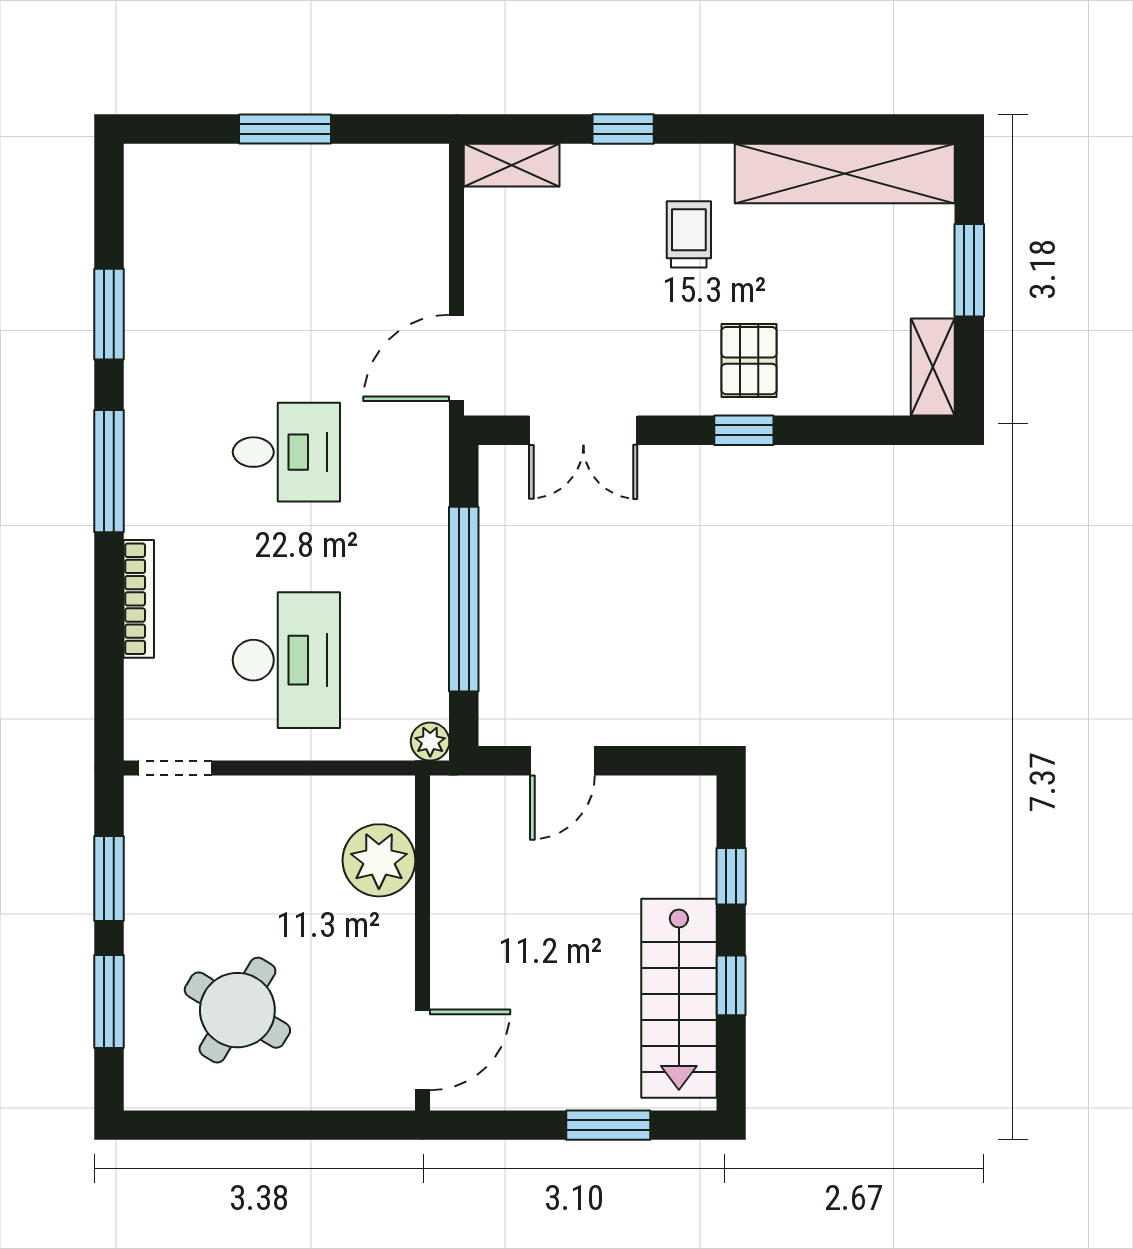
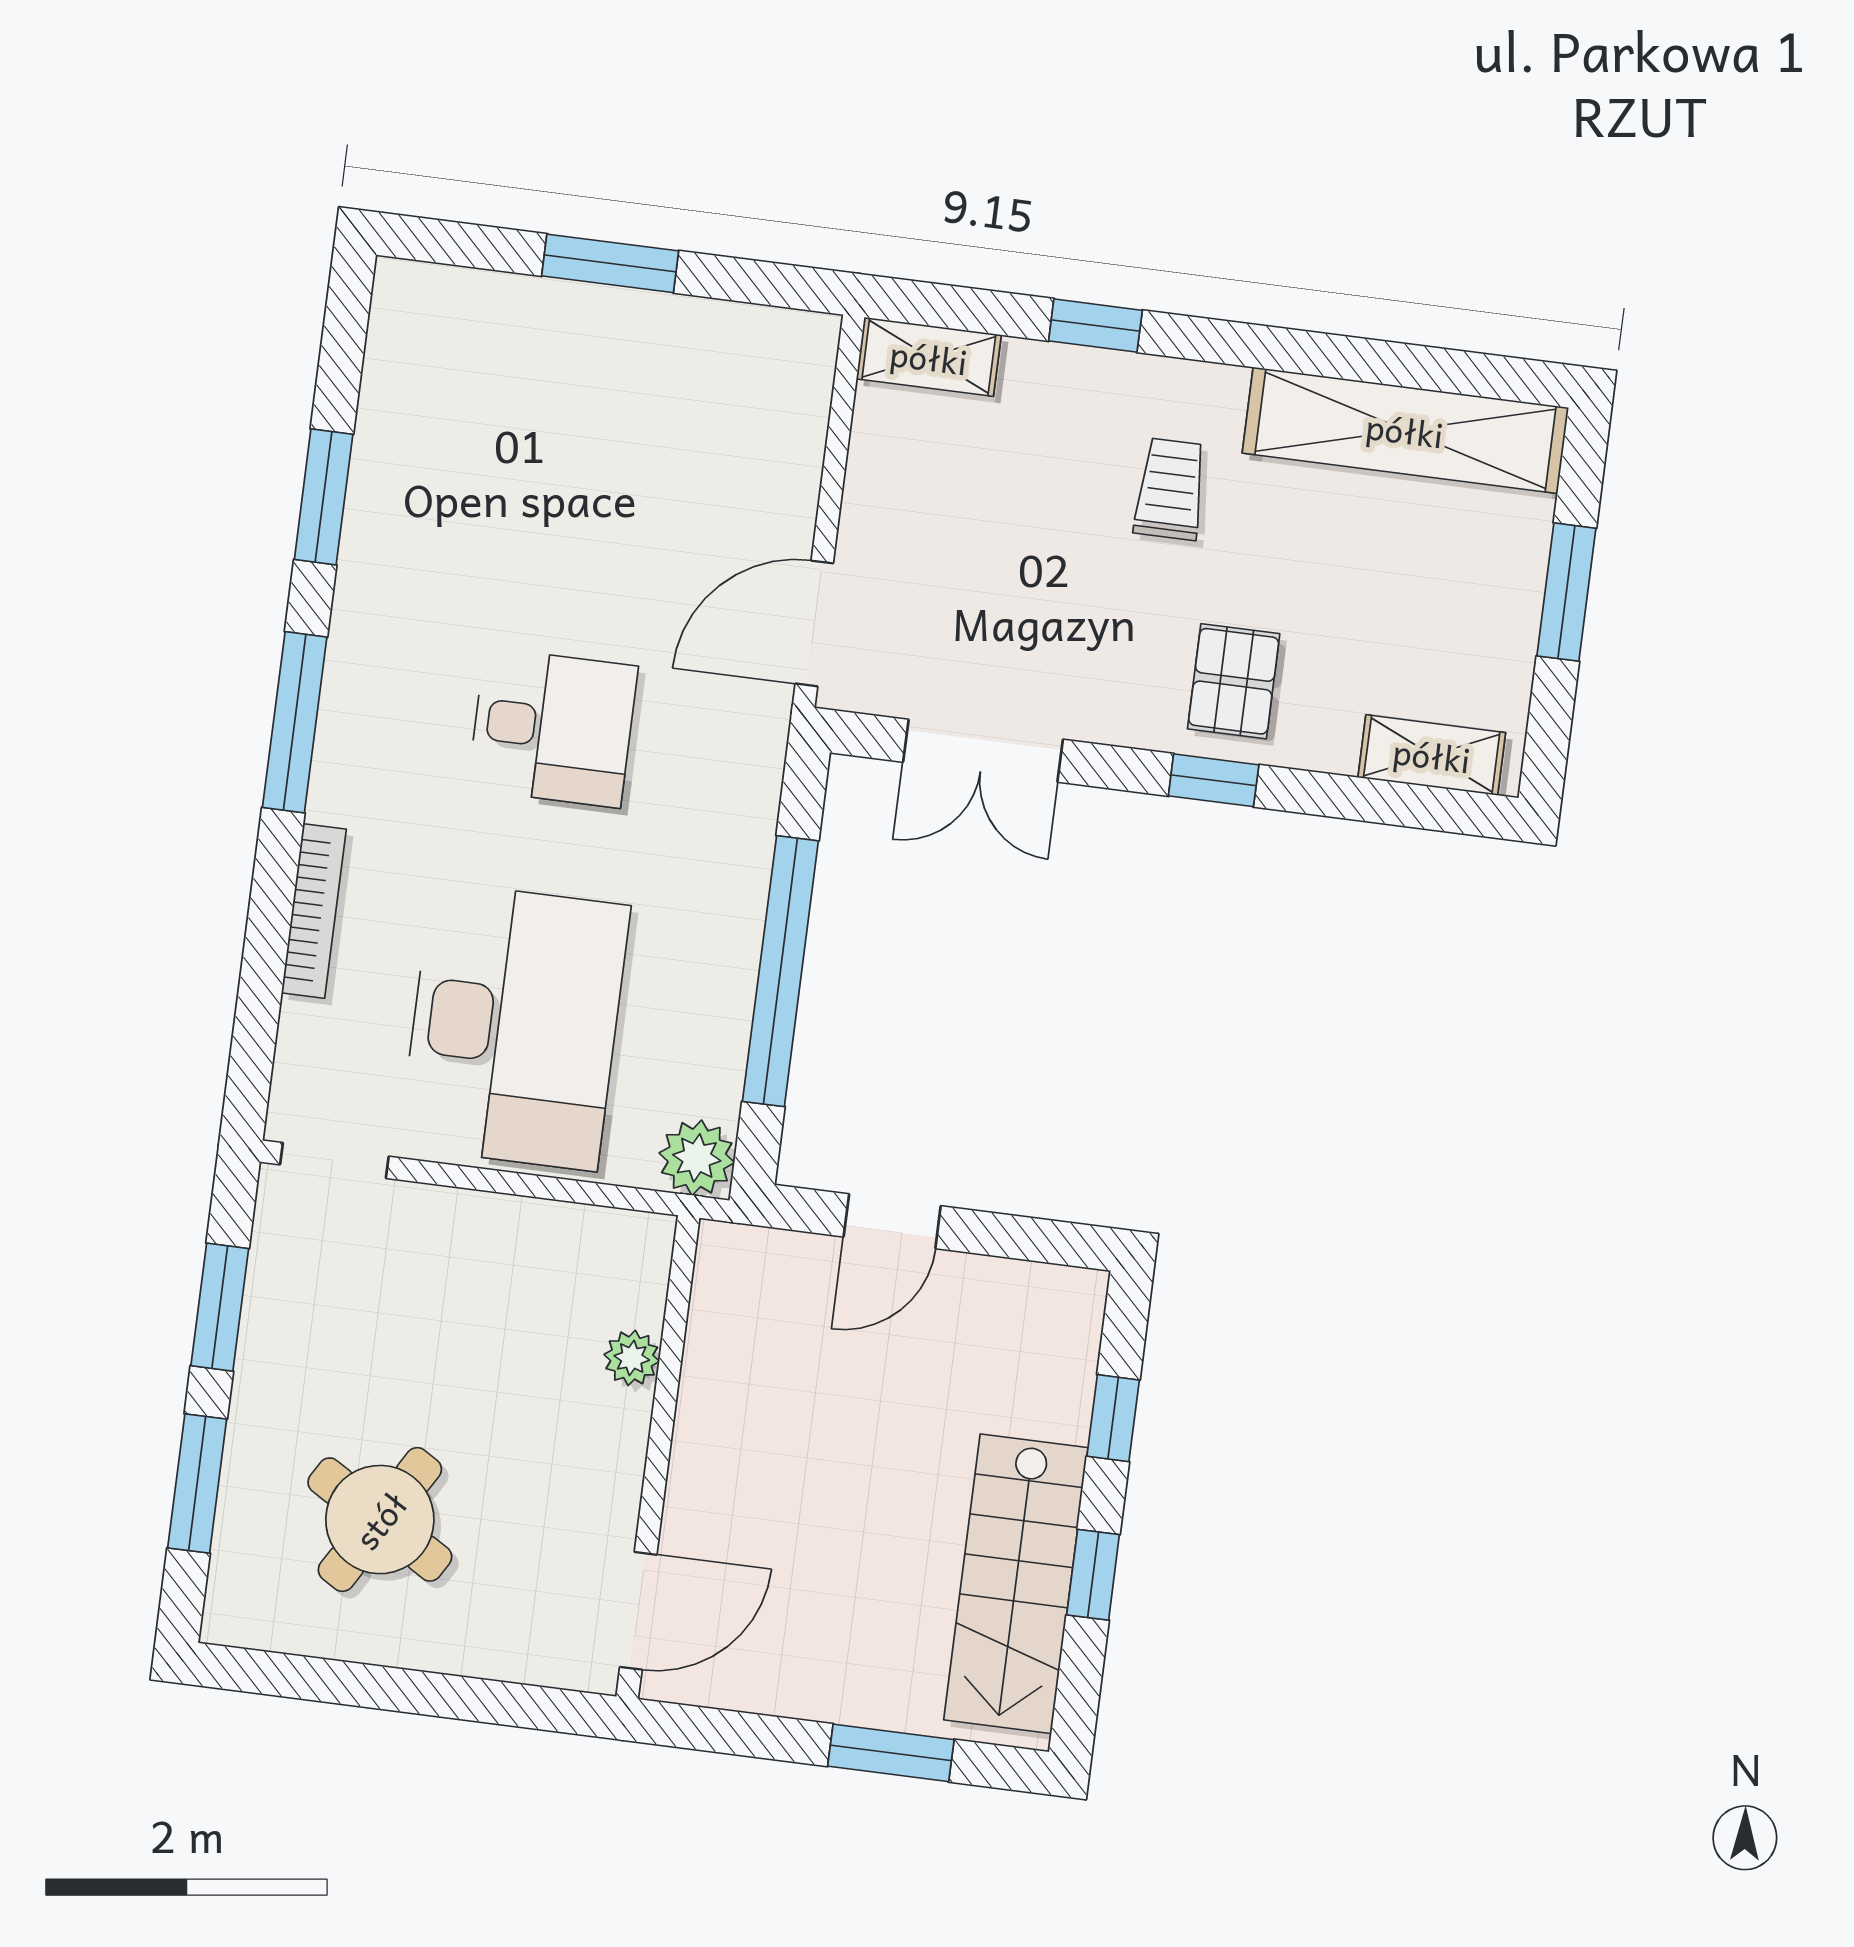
shelving: (933, 367) -> (1432, 755), moved, turned 90
desk: (286, 660) -> (515, 1026), width x1.36, depth x1.30
plant: (430, 742) -> (697, 1158), width x1.38, depth x1.38
plant: (379, 860) -> (632, 1358), width x0.53, depth x0.53

